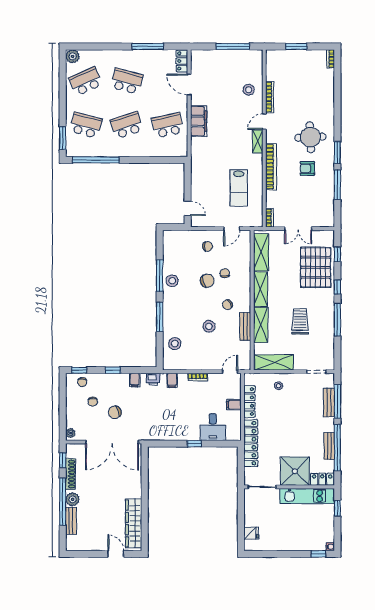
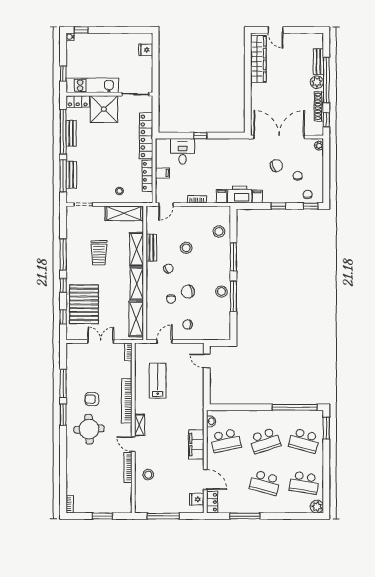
fridge: (198, 64) -> (197, 499), added
school desk: (86, 81) -> (304, 483), turned 33
door: (264, 122) -> (133, 444), swing flipped
washbasin: (183, 145) -> (211, 421), added
armchair: (307, 168) -> (92, 399), turned 180
printer: (153, 379) -> (240, 194), width x1.87, depth x1.48

